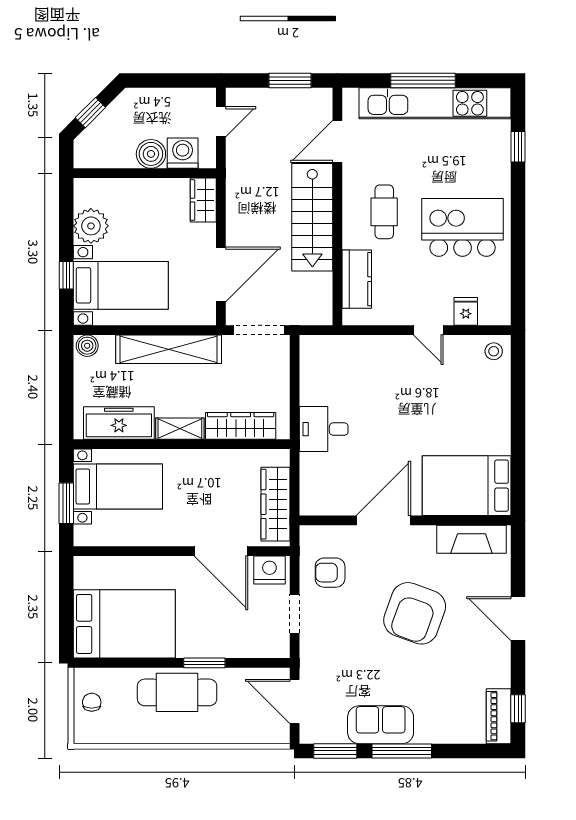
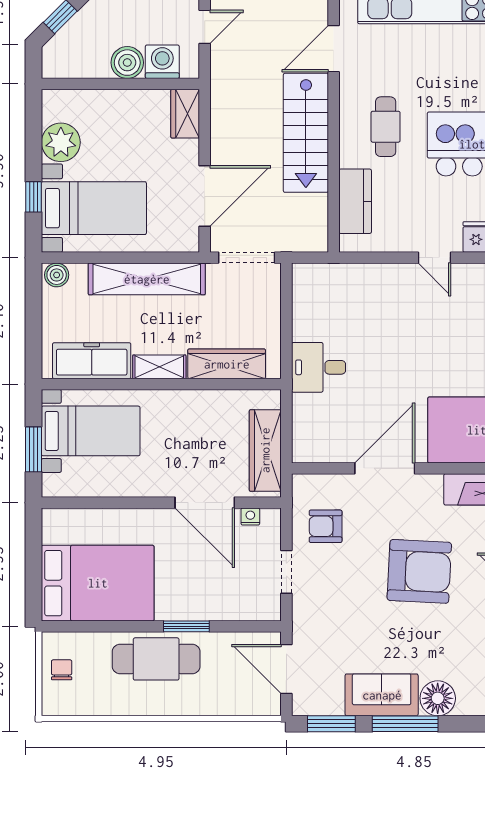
nightstand: (269, 570) -> (250, 517), width x0.53, depth x0.56
armchair: (415, 613) -> (419, 571), turned -107
floor lamp: (431, 728) -> (438, 698), added

